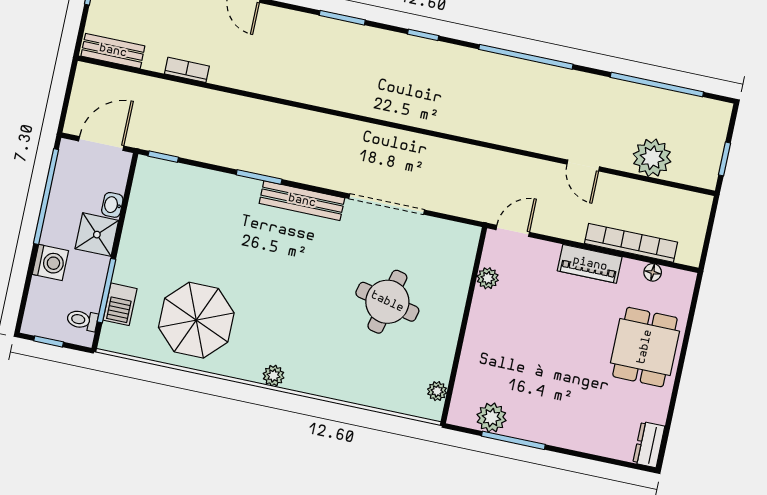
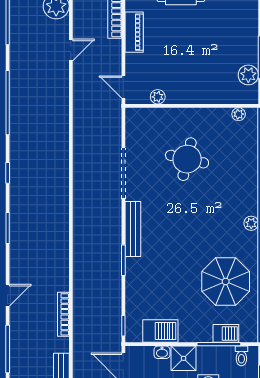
bookcase: (187, 70) -> (63, 314), width x1.56
barbecue: (144, 209) -> (160, 331), added

